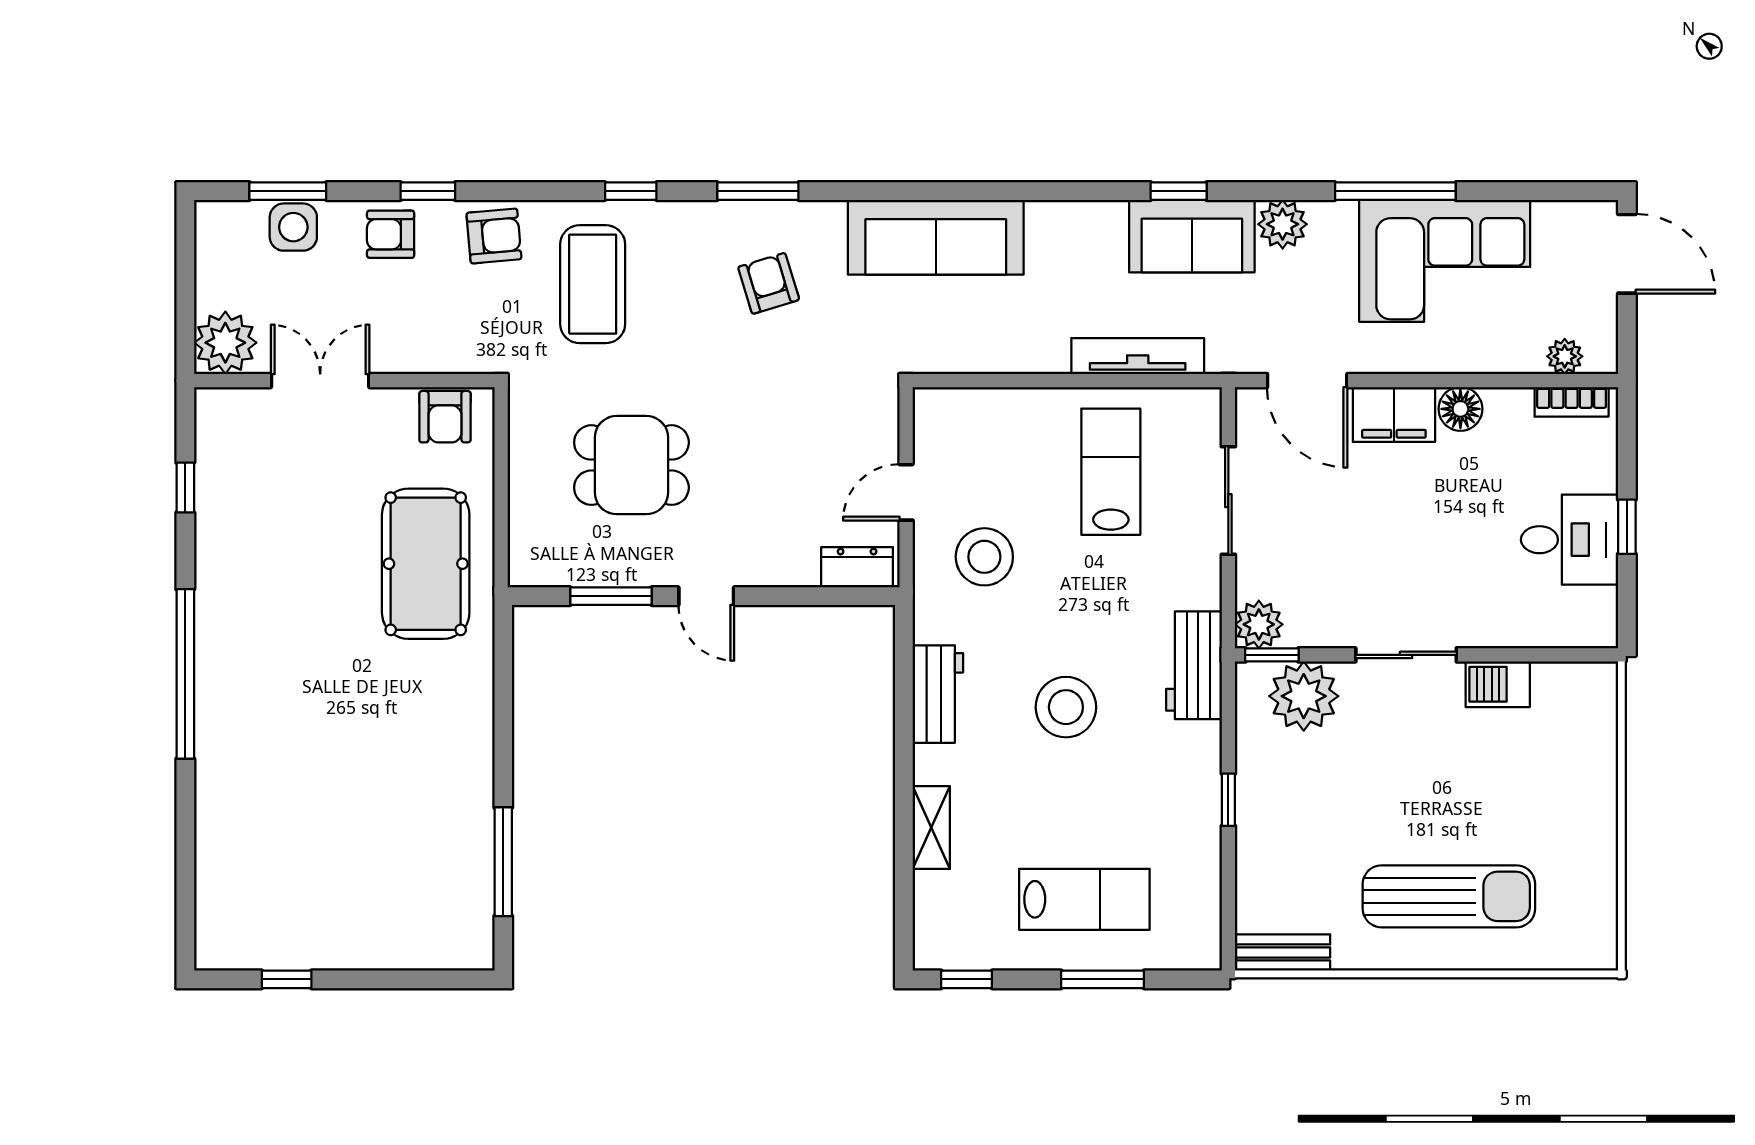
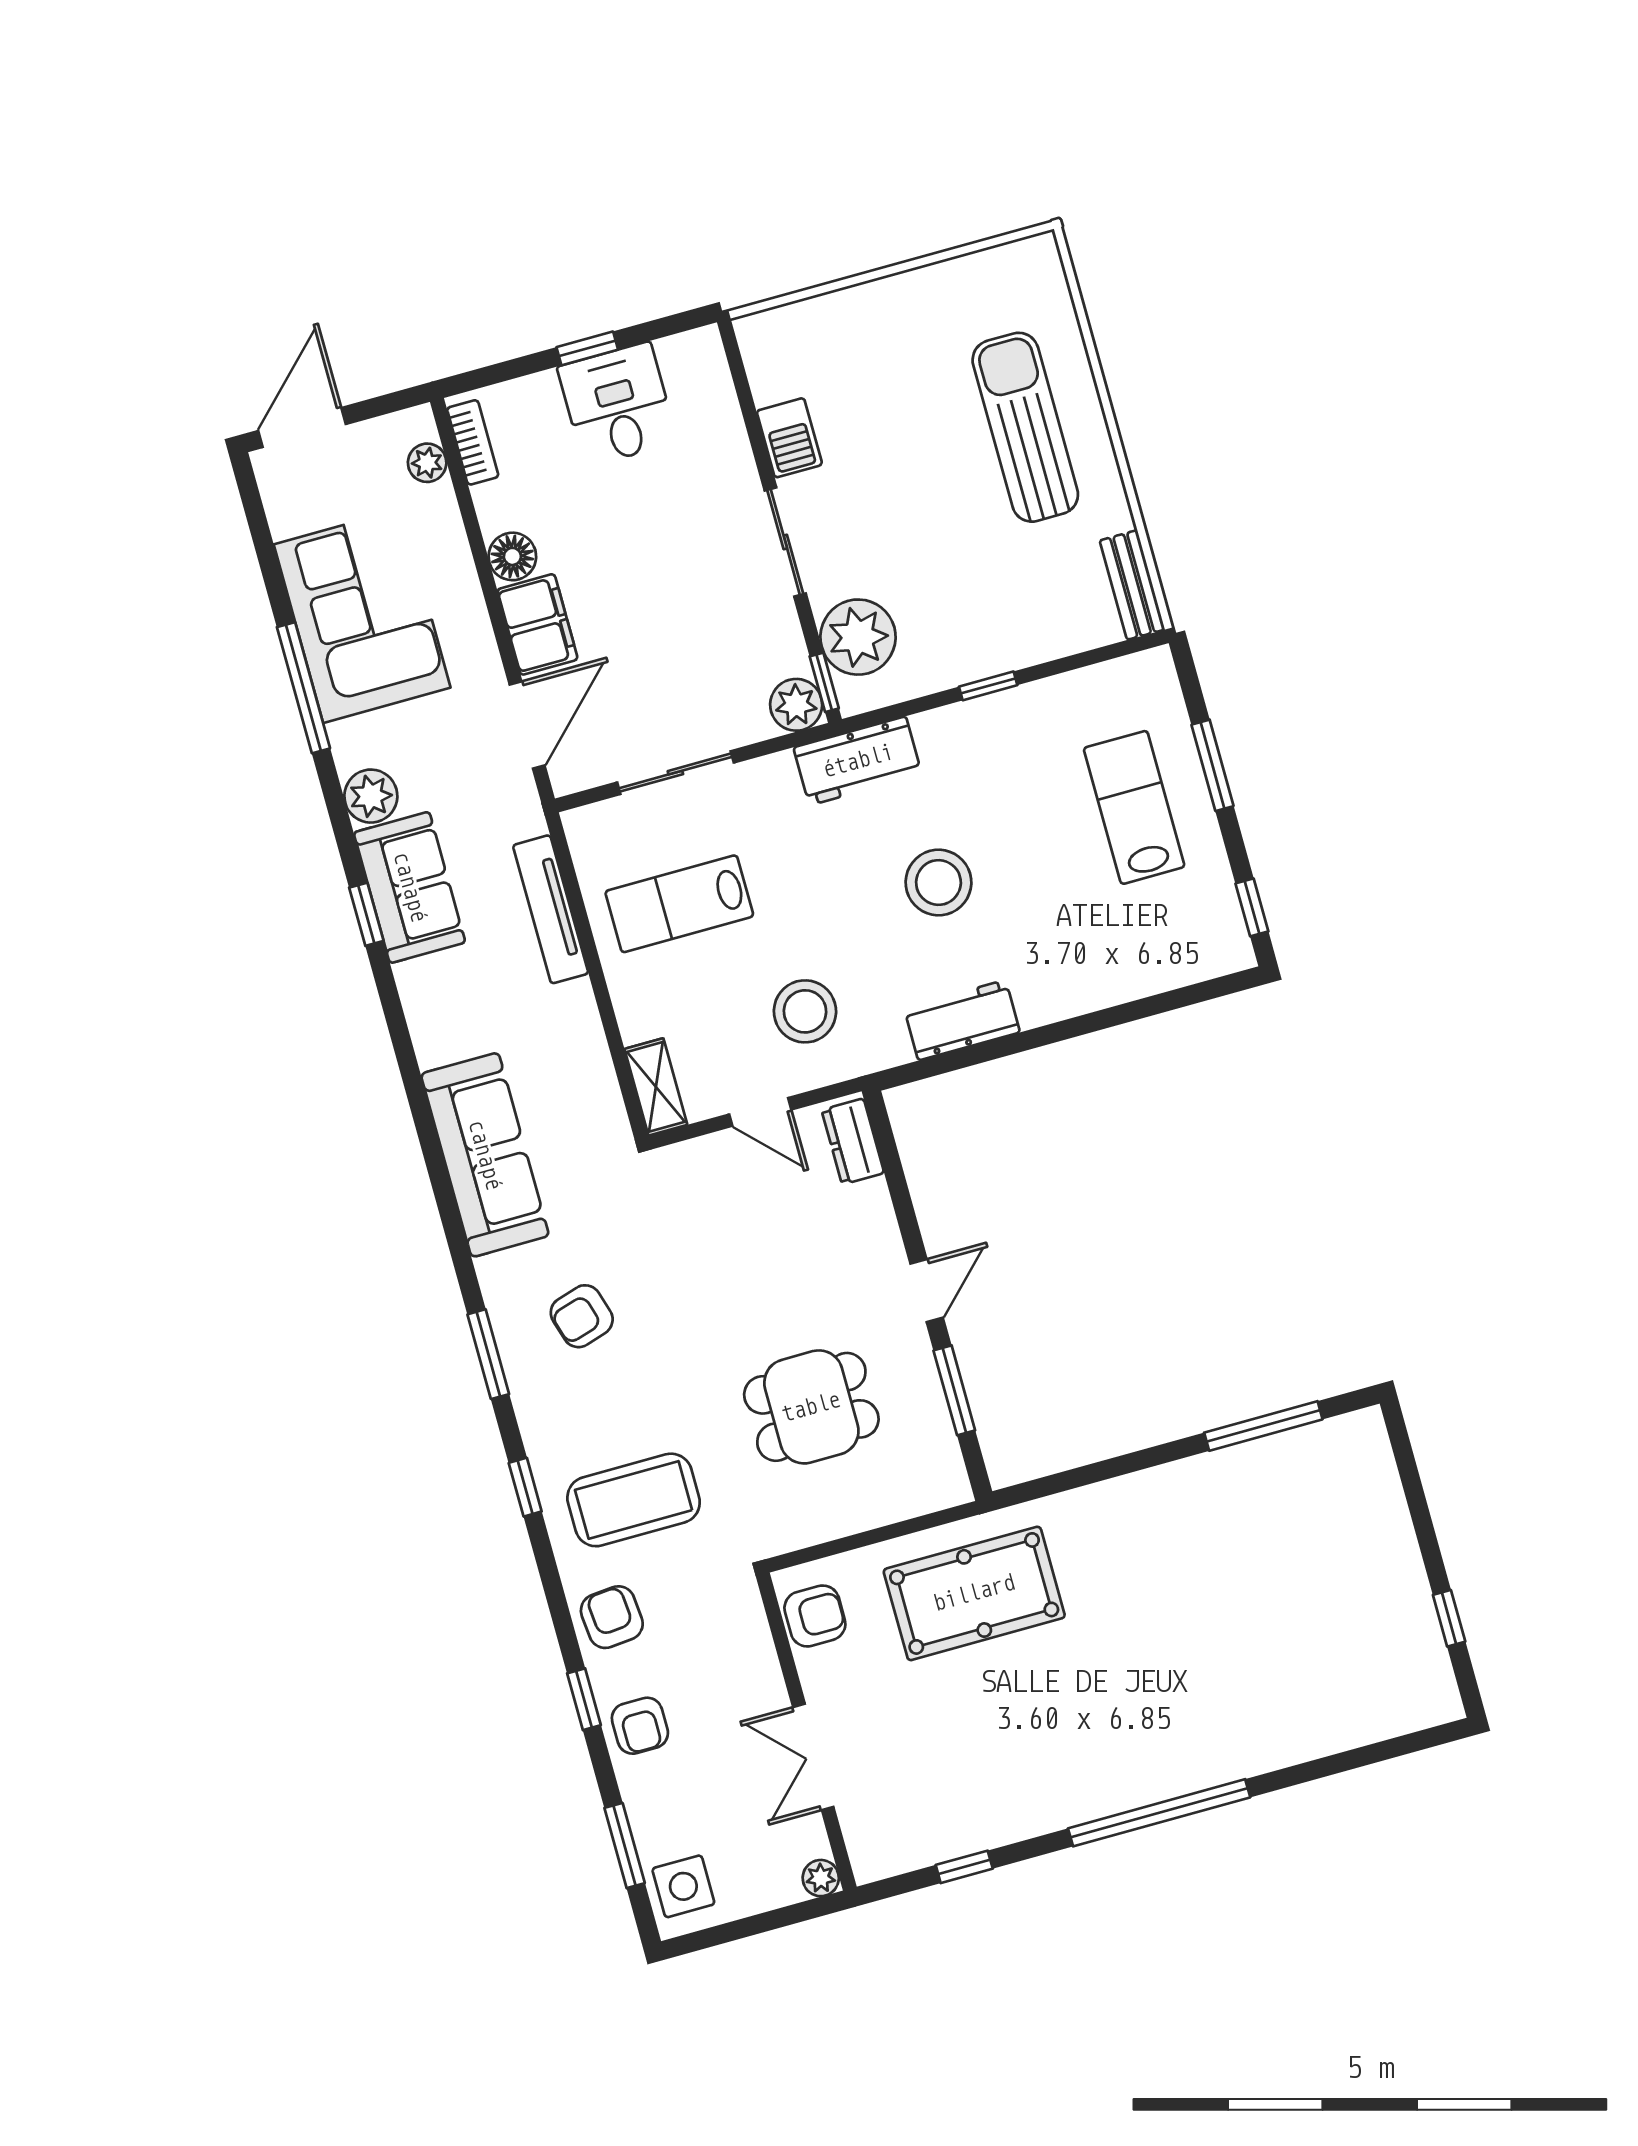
side table: (293, 227) -> (683, 1886), moved
plant: (225, 343) -> (821, 1878), width x0.53, depth x0.53
dining table: (631, 465) -> (811, 1407), turned 90
shelving: (931, 828) -> (656, 1087), moved, turned 90

